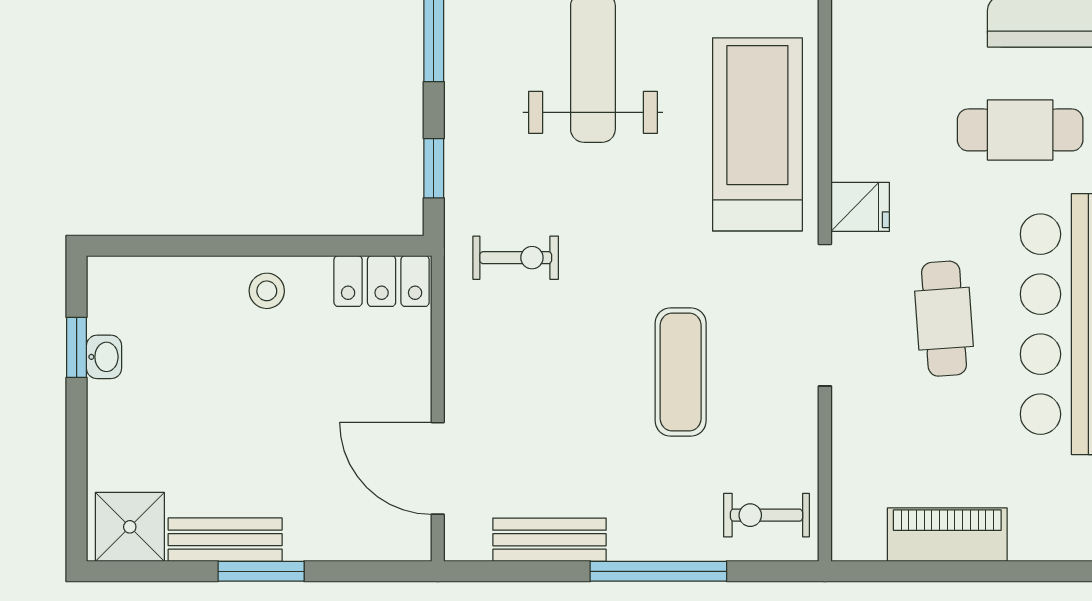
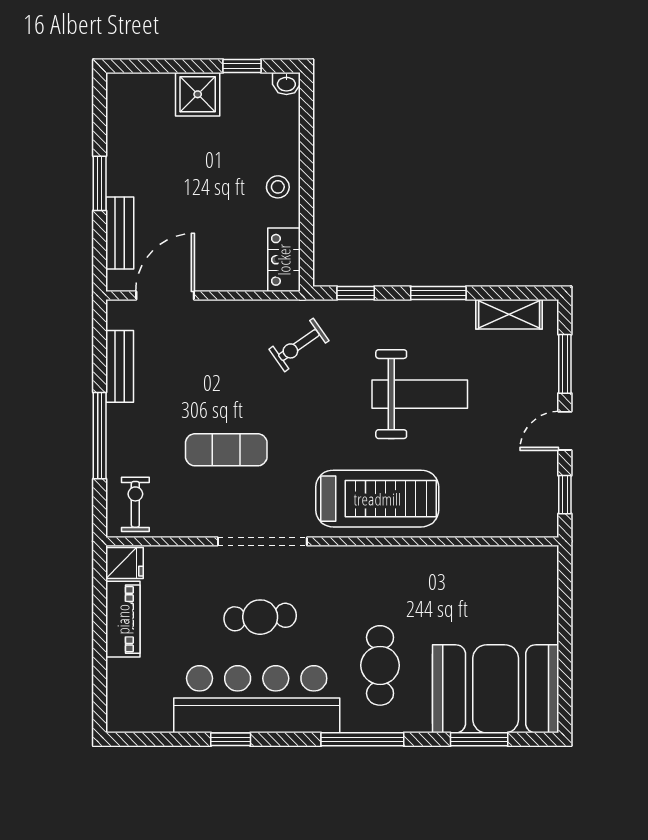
fridge: (860, 207) -> (125, 563), moved, turned -90
exercise bike: (516, 258) -> (299, 345), turned 55
washbasin: (104, 357) -> (286, 83), moved
shower: (130, 527) -> (198, 94), moved
bench: (225, 540) -> (120, 233), moved

